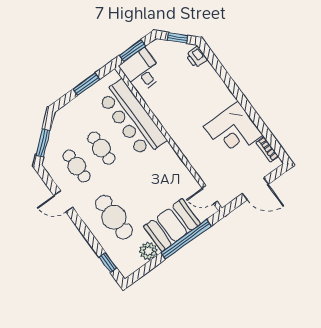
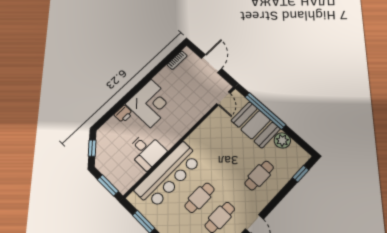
printer: (197, 57) -> (123, 114), moved
desk: (142, 71) -> (146, 151), moved, turned -90
corner desk: (233, 130) -> (151, 103), moved
cafe table: (114, 217) -> (259, 175), width x0.73, depth x0.74

